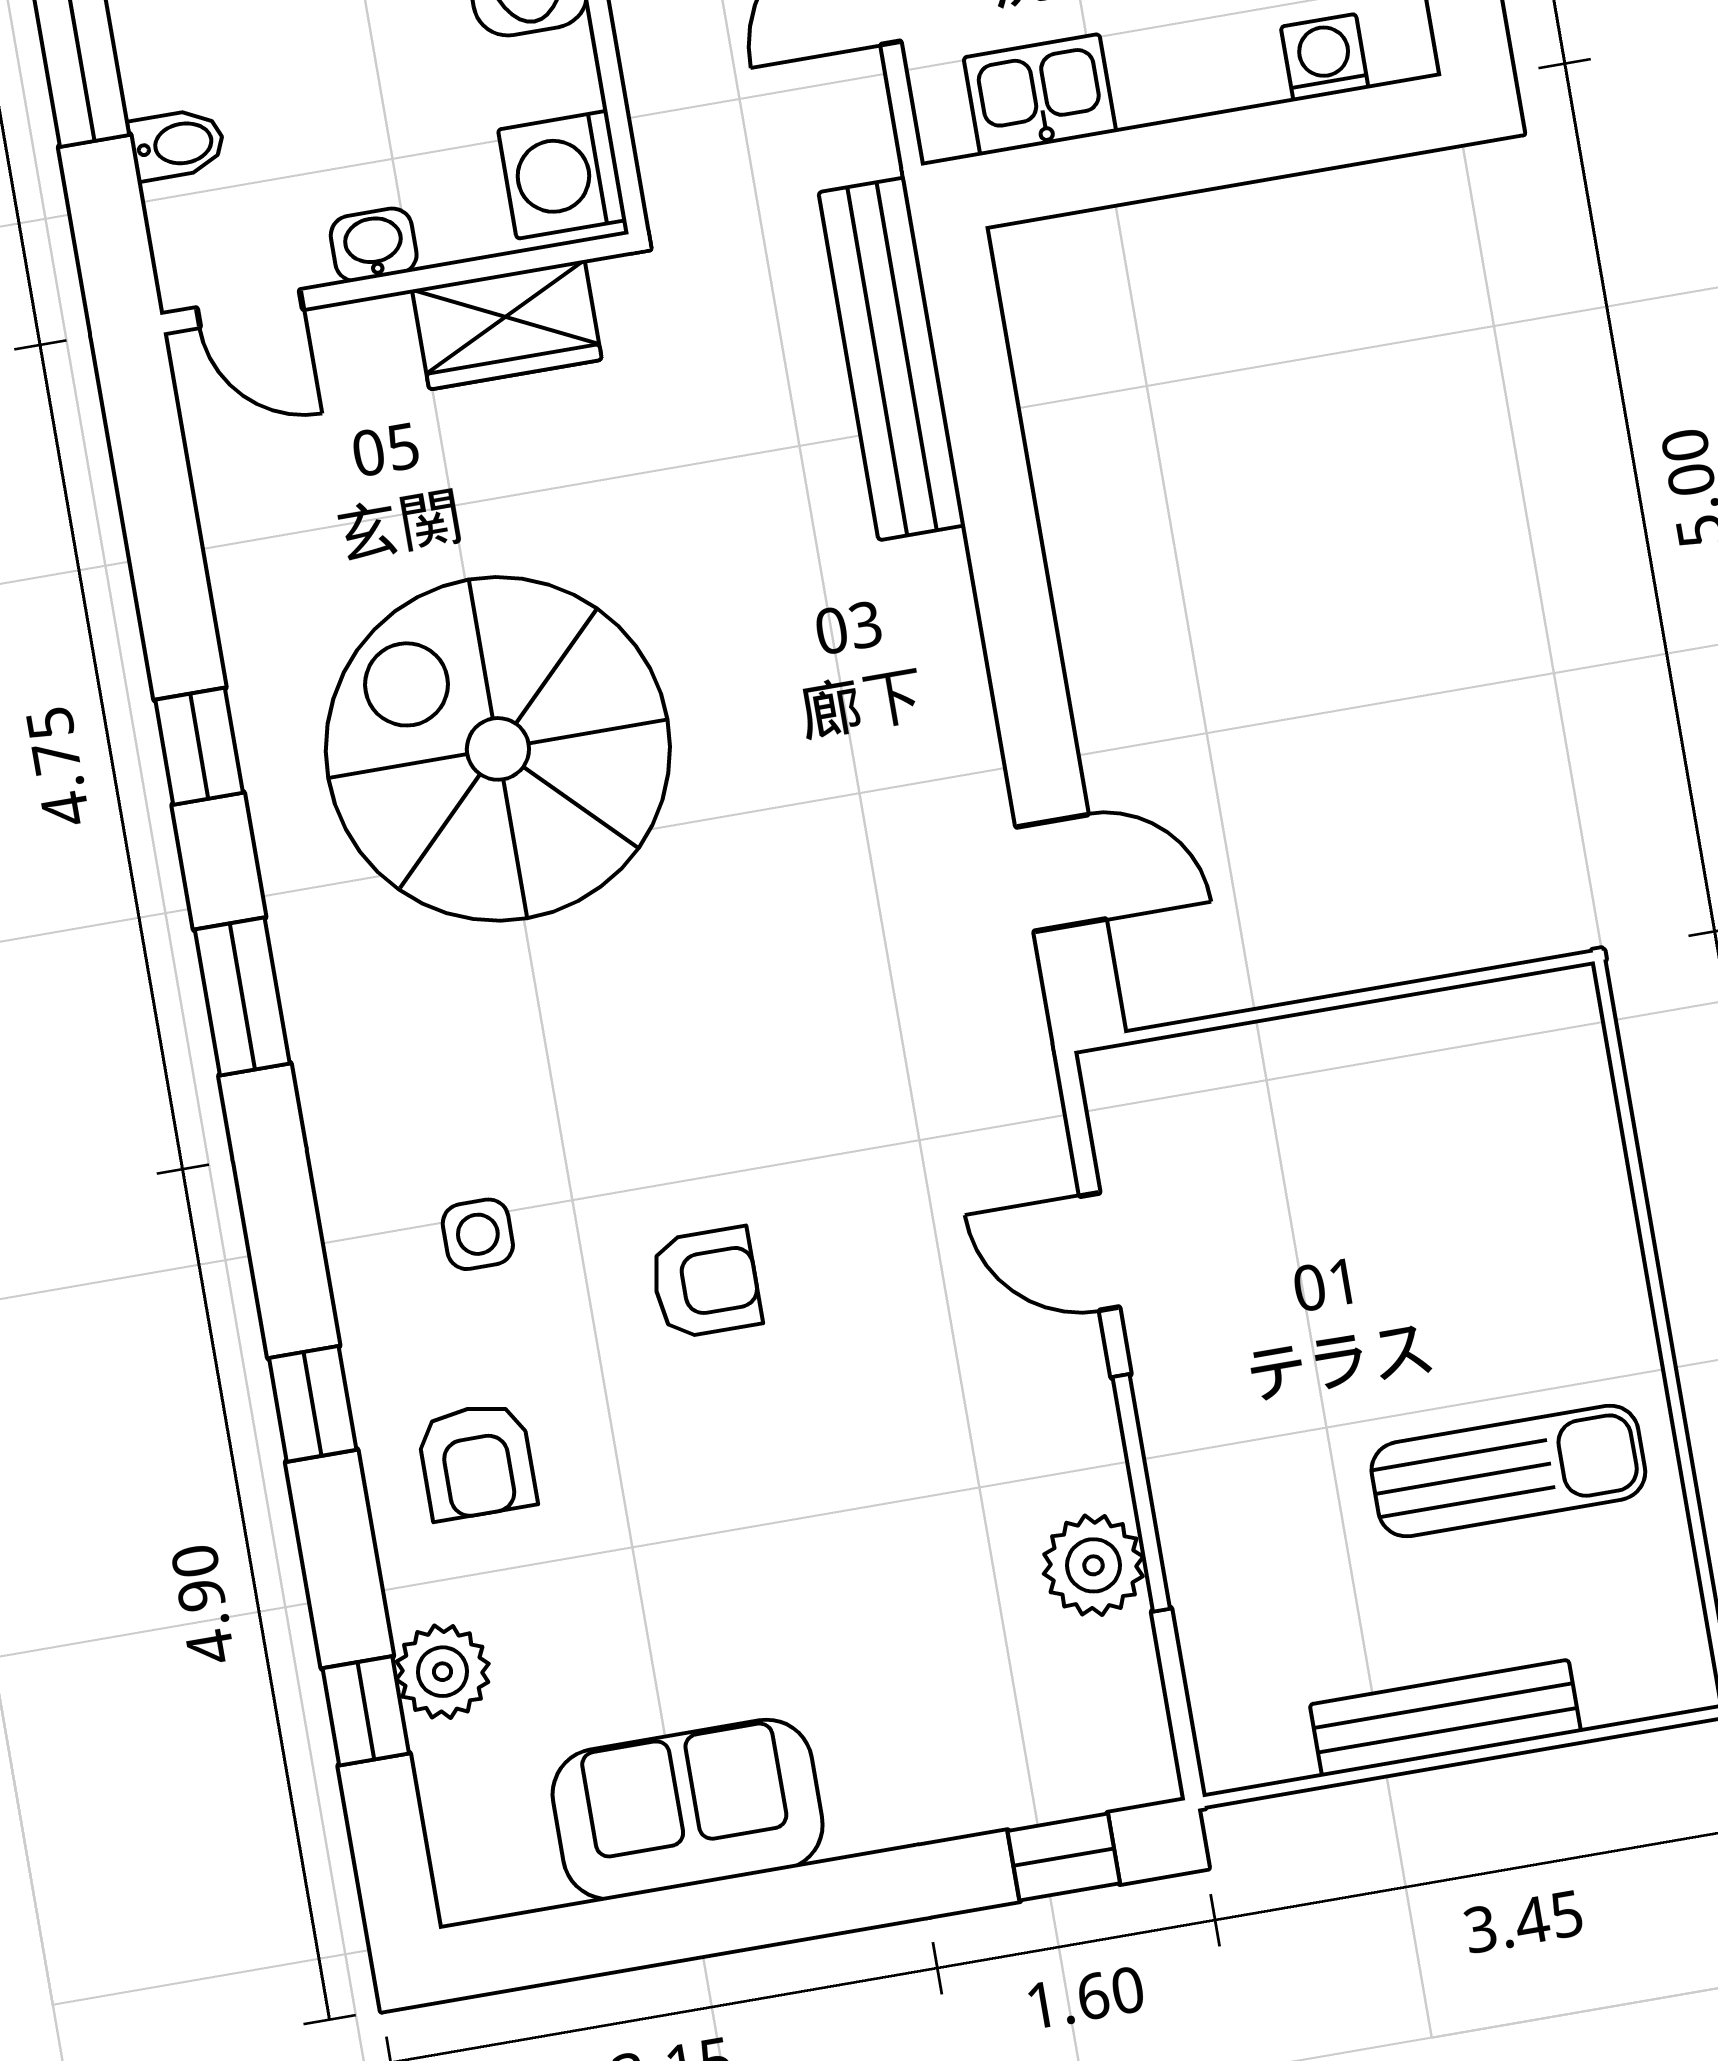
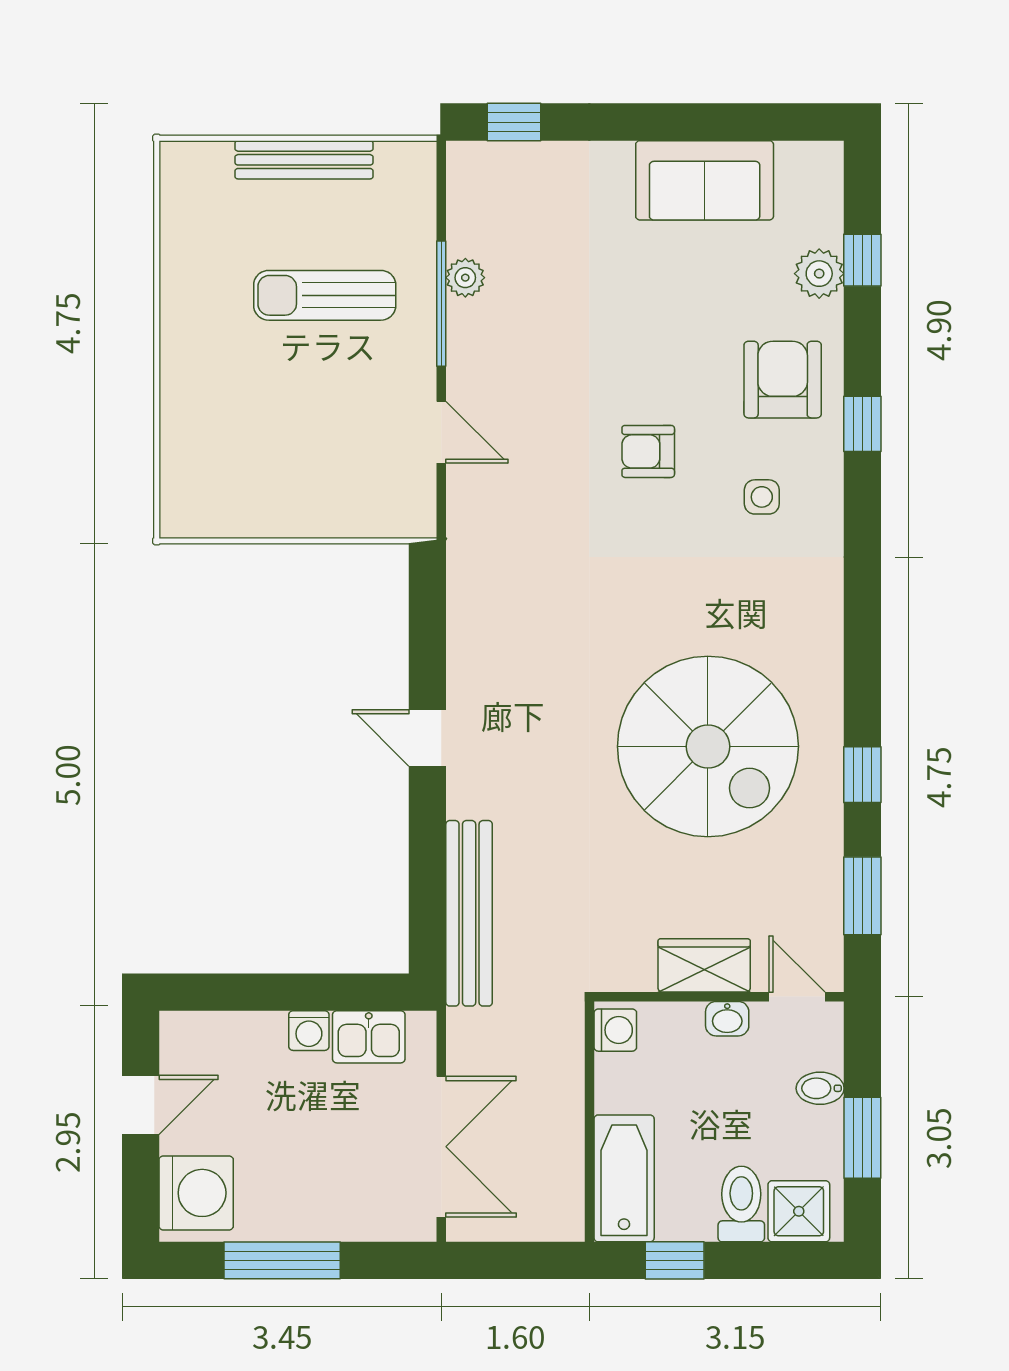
washing machine: (1325, 58) -> (309, 1031), moved
washing machine: (562, 175) -> (615, 1030), width x0.73, depth x0.73
wardrobe: (507, 325) -> (704, 965), moved
door: (1061, 873) -> (427, 738), moved
window: (242, 996) -> (862, 896), moved
armchair: (477, 1461) -> (783, 380), width x1.38, depth x1.38
sun lounger: (1508, 1471) -> (325, 295), moved
plant: (1093, 1565) -> (465, 278), width x0.73, depth x0.73

